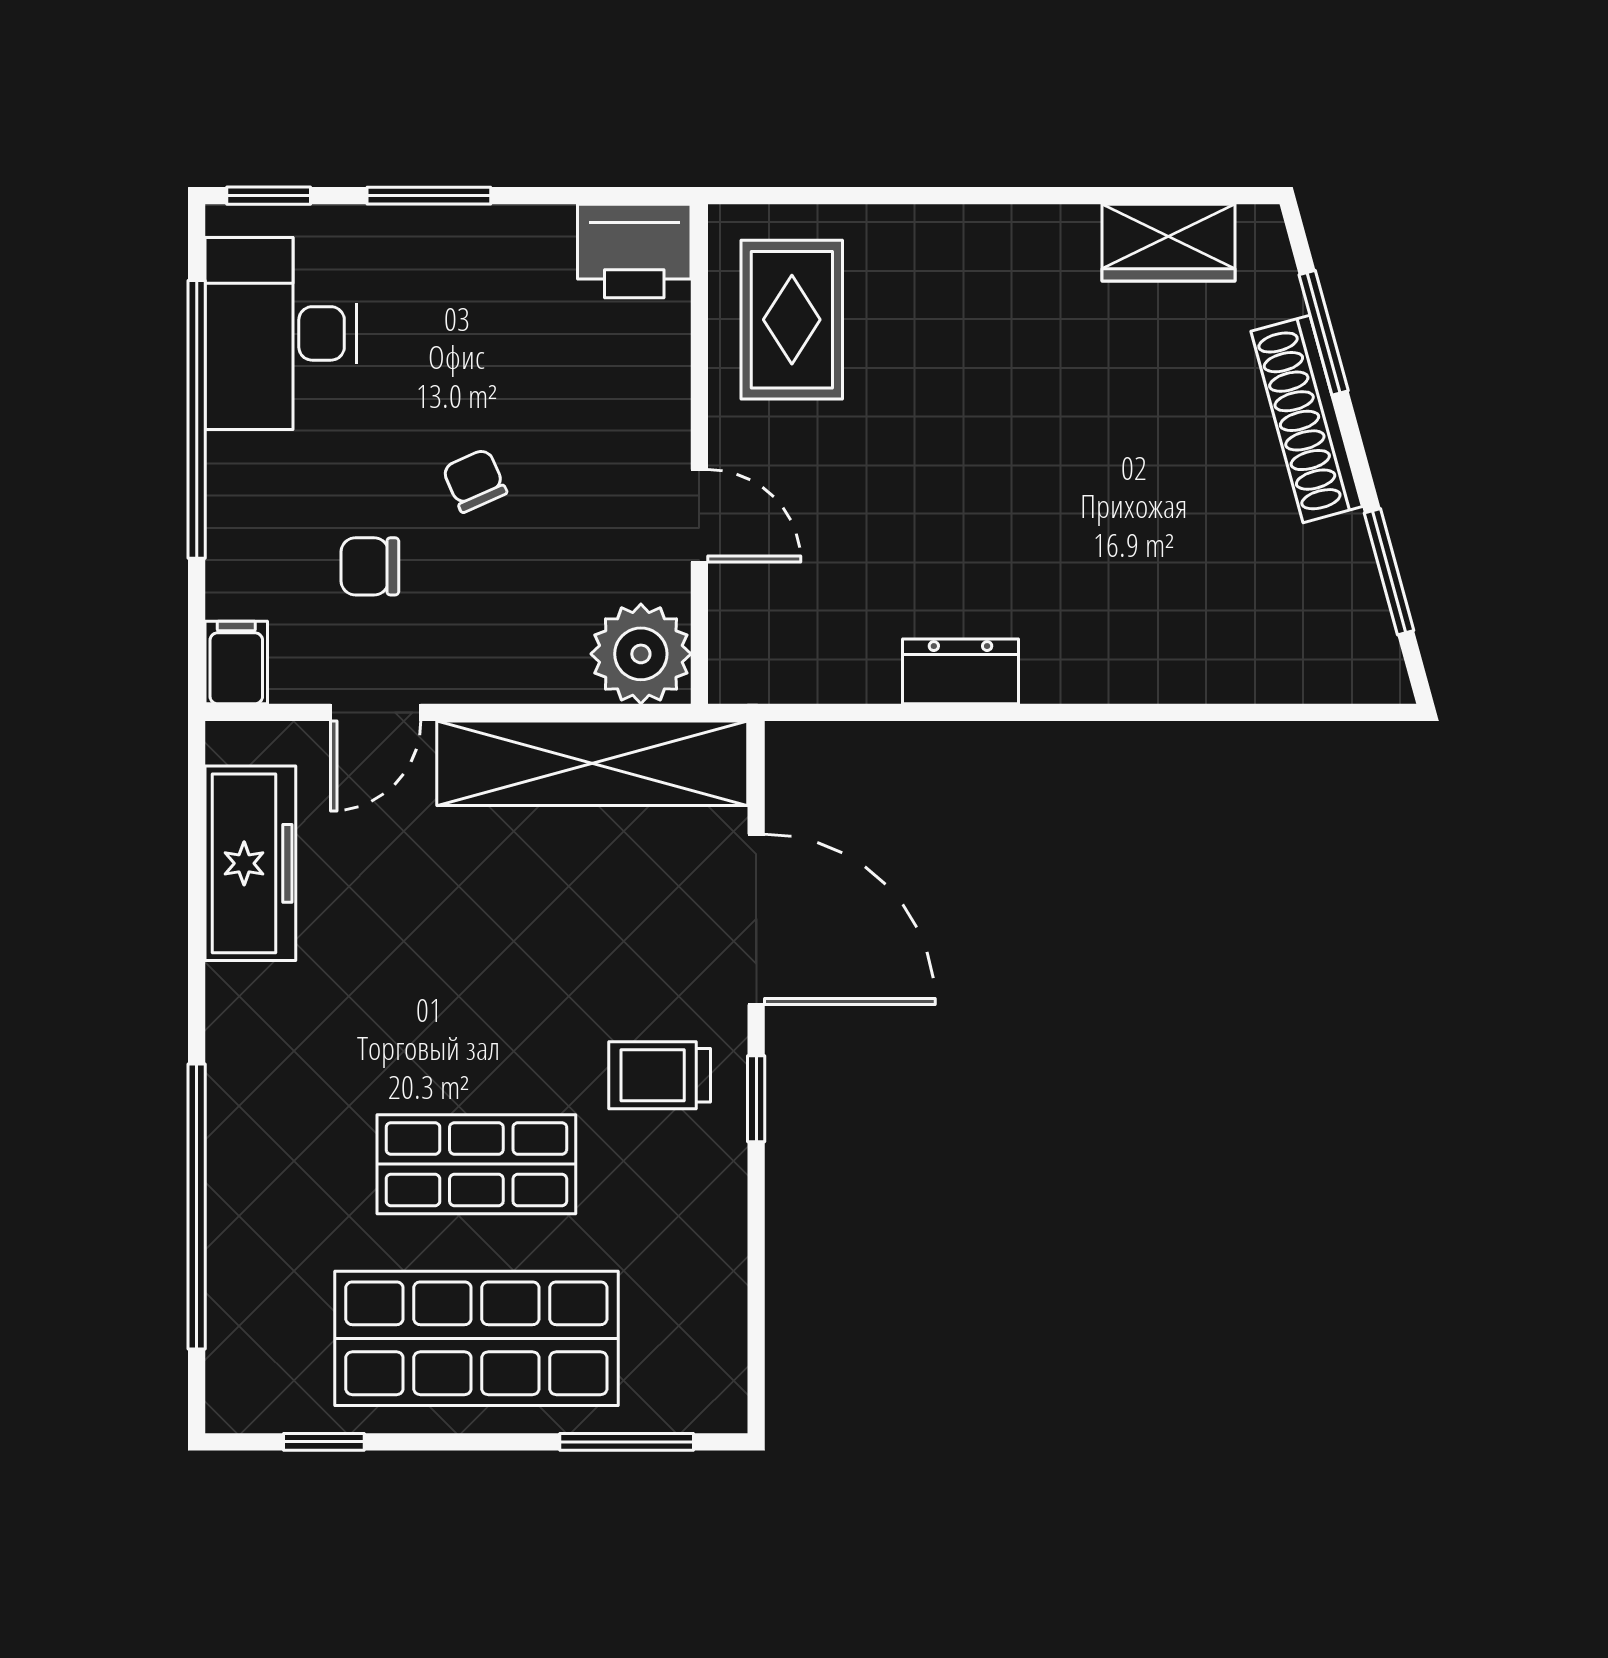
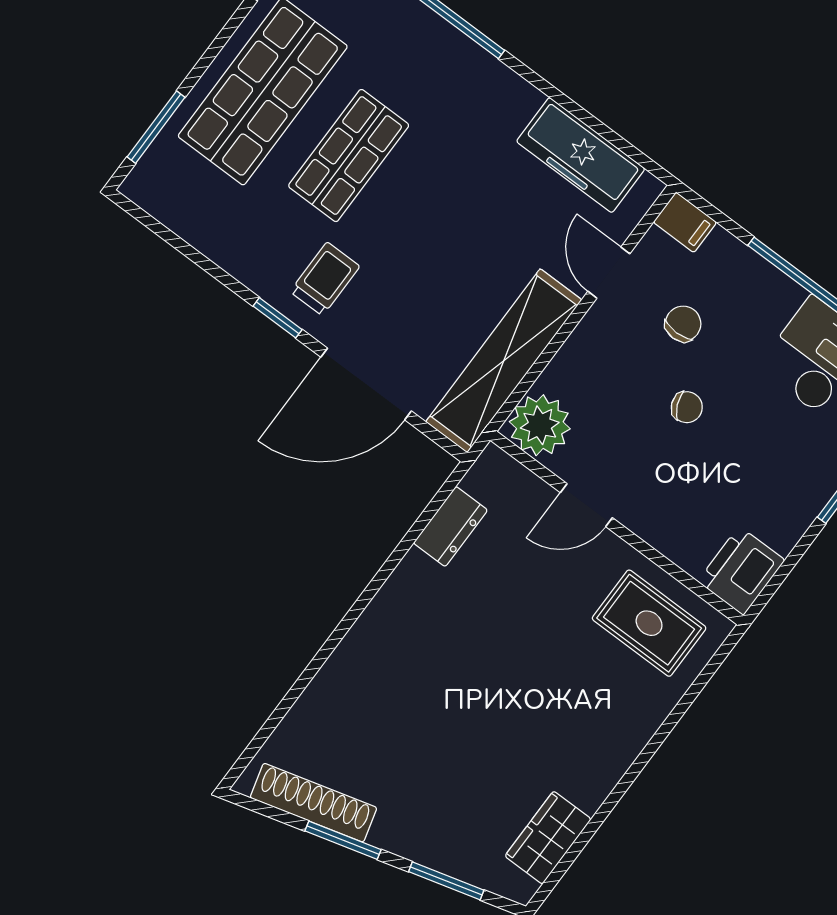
shoe rack: (1307, 419) -> (313, 803), moved
window: (1389, 572) -> (343, 840), moved
dresser: (960, 671) -> (451, 527), moved

